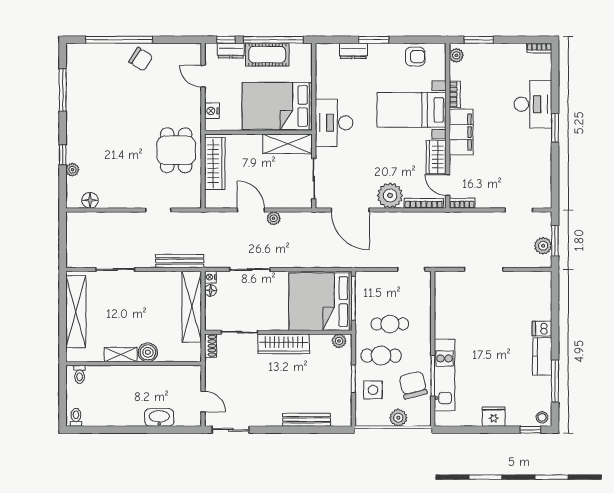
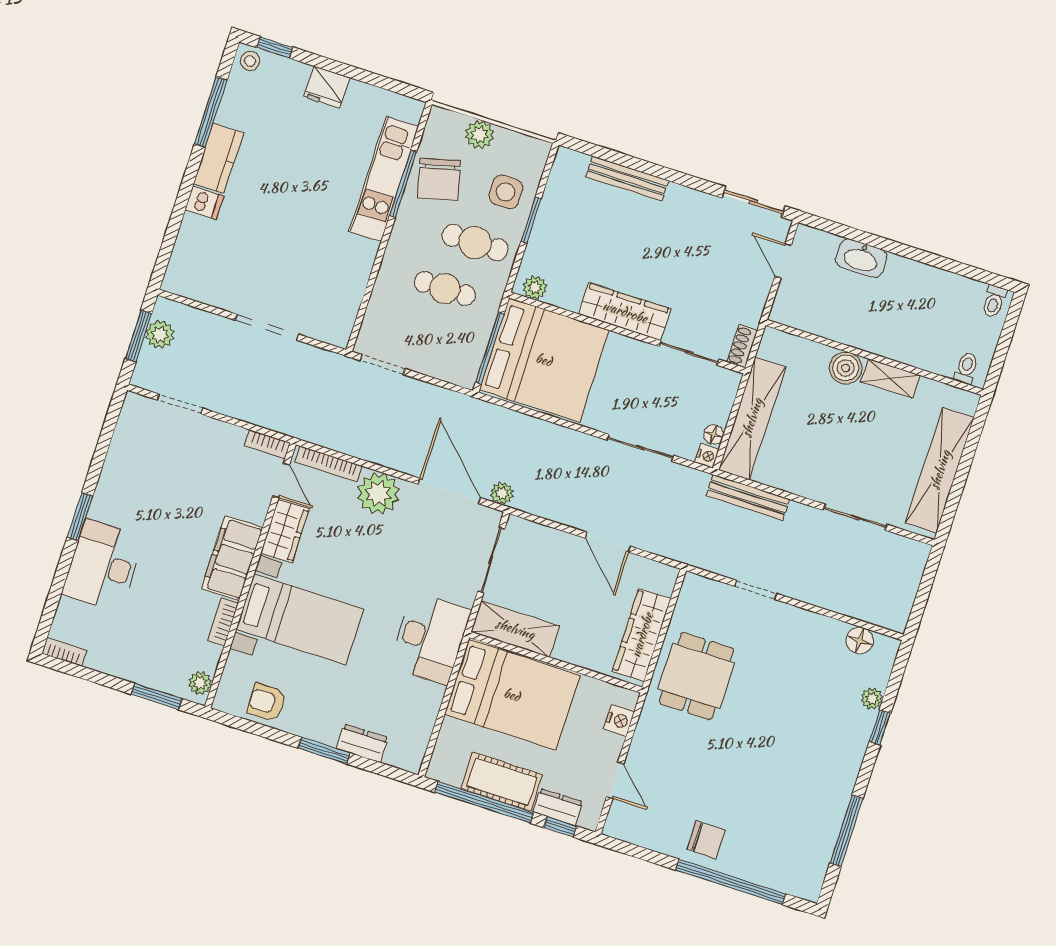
chair: (141, 59) -> (706, 840), turned 147
plant: (274, 218) -> (502, 493), moved

